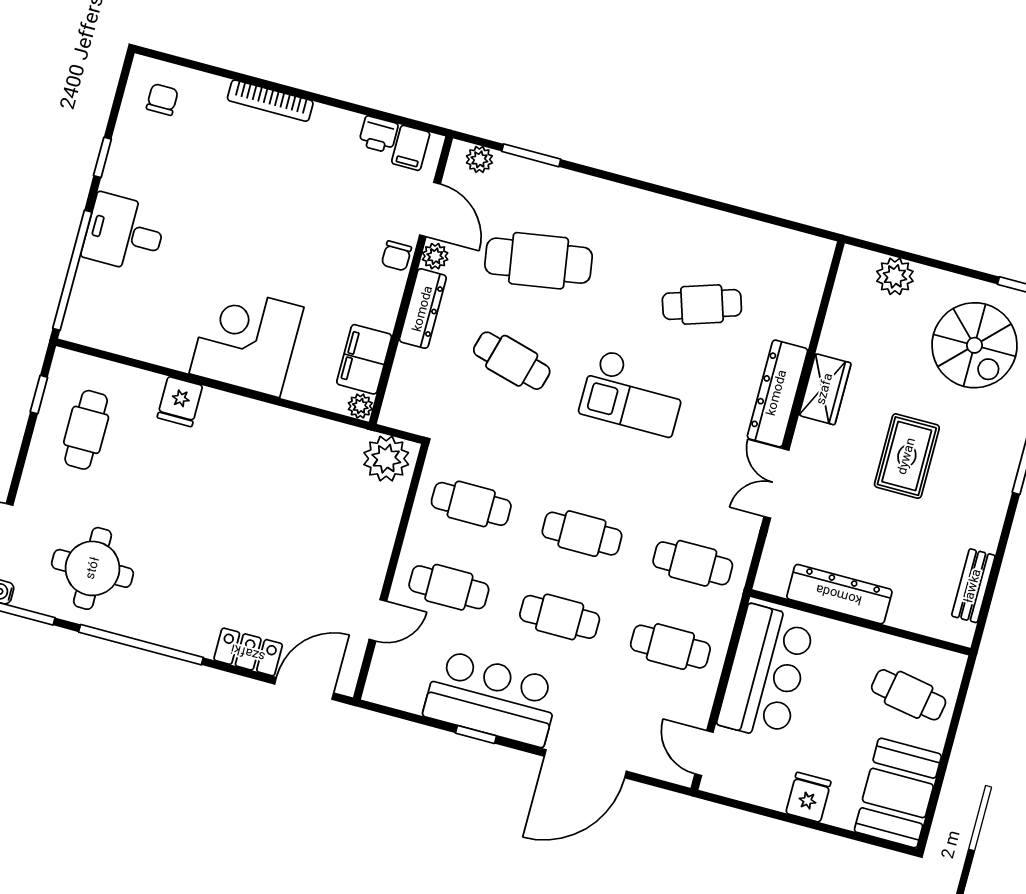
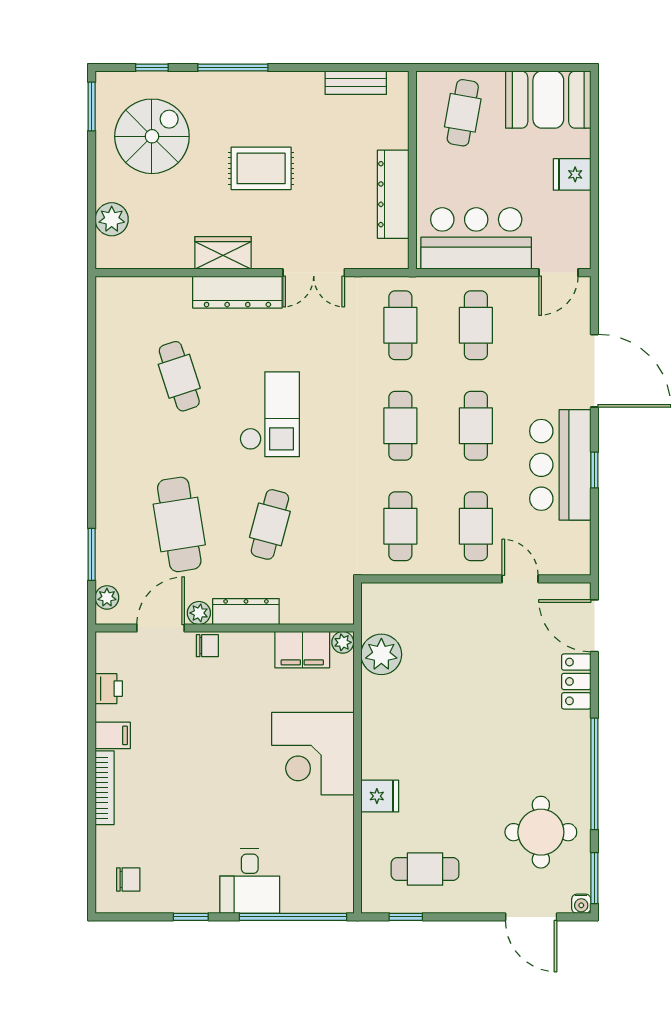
chair: (162, 99) -> (128, 879), turned 180
filing cabinet: (411, 148) -> (113, 735), moved
plant: (386, 459) -> (381, 654), moved

